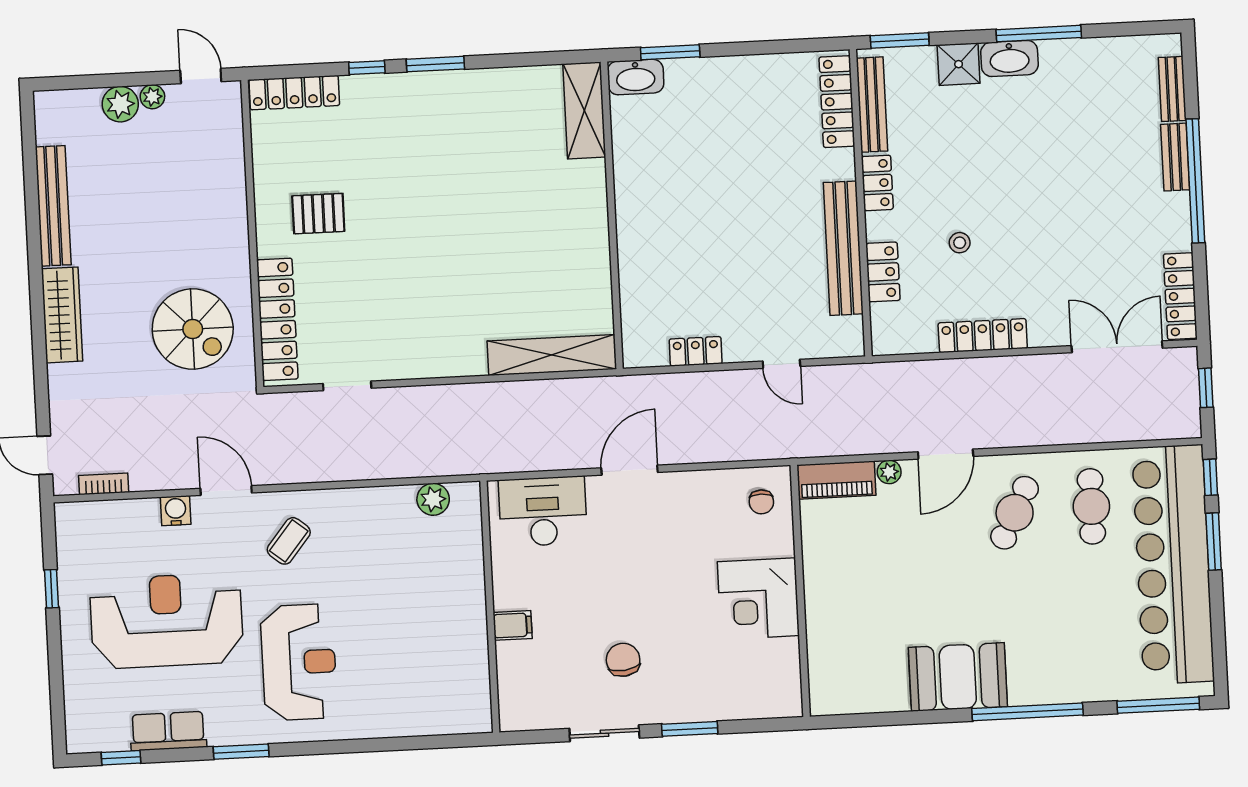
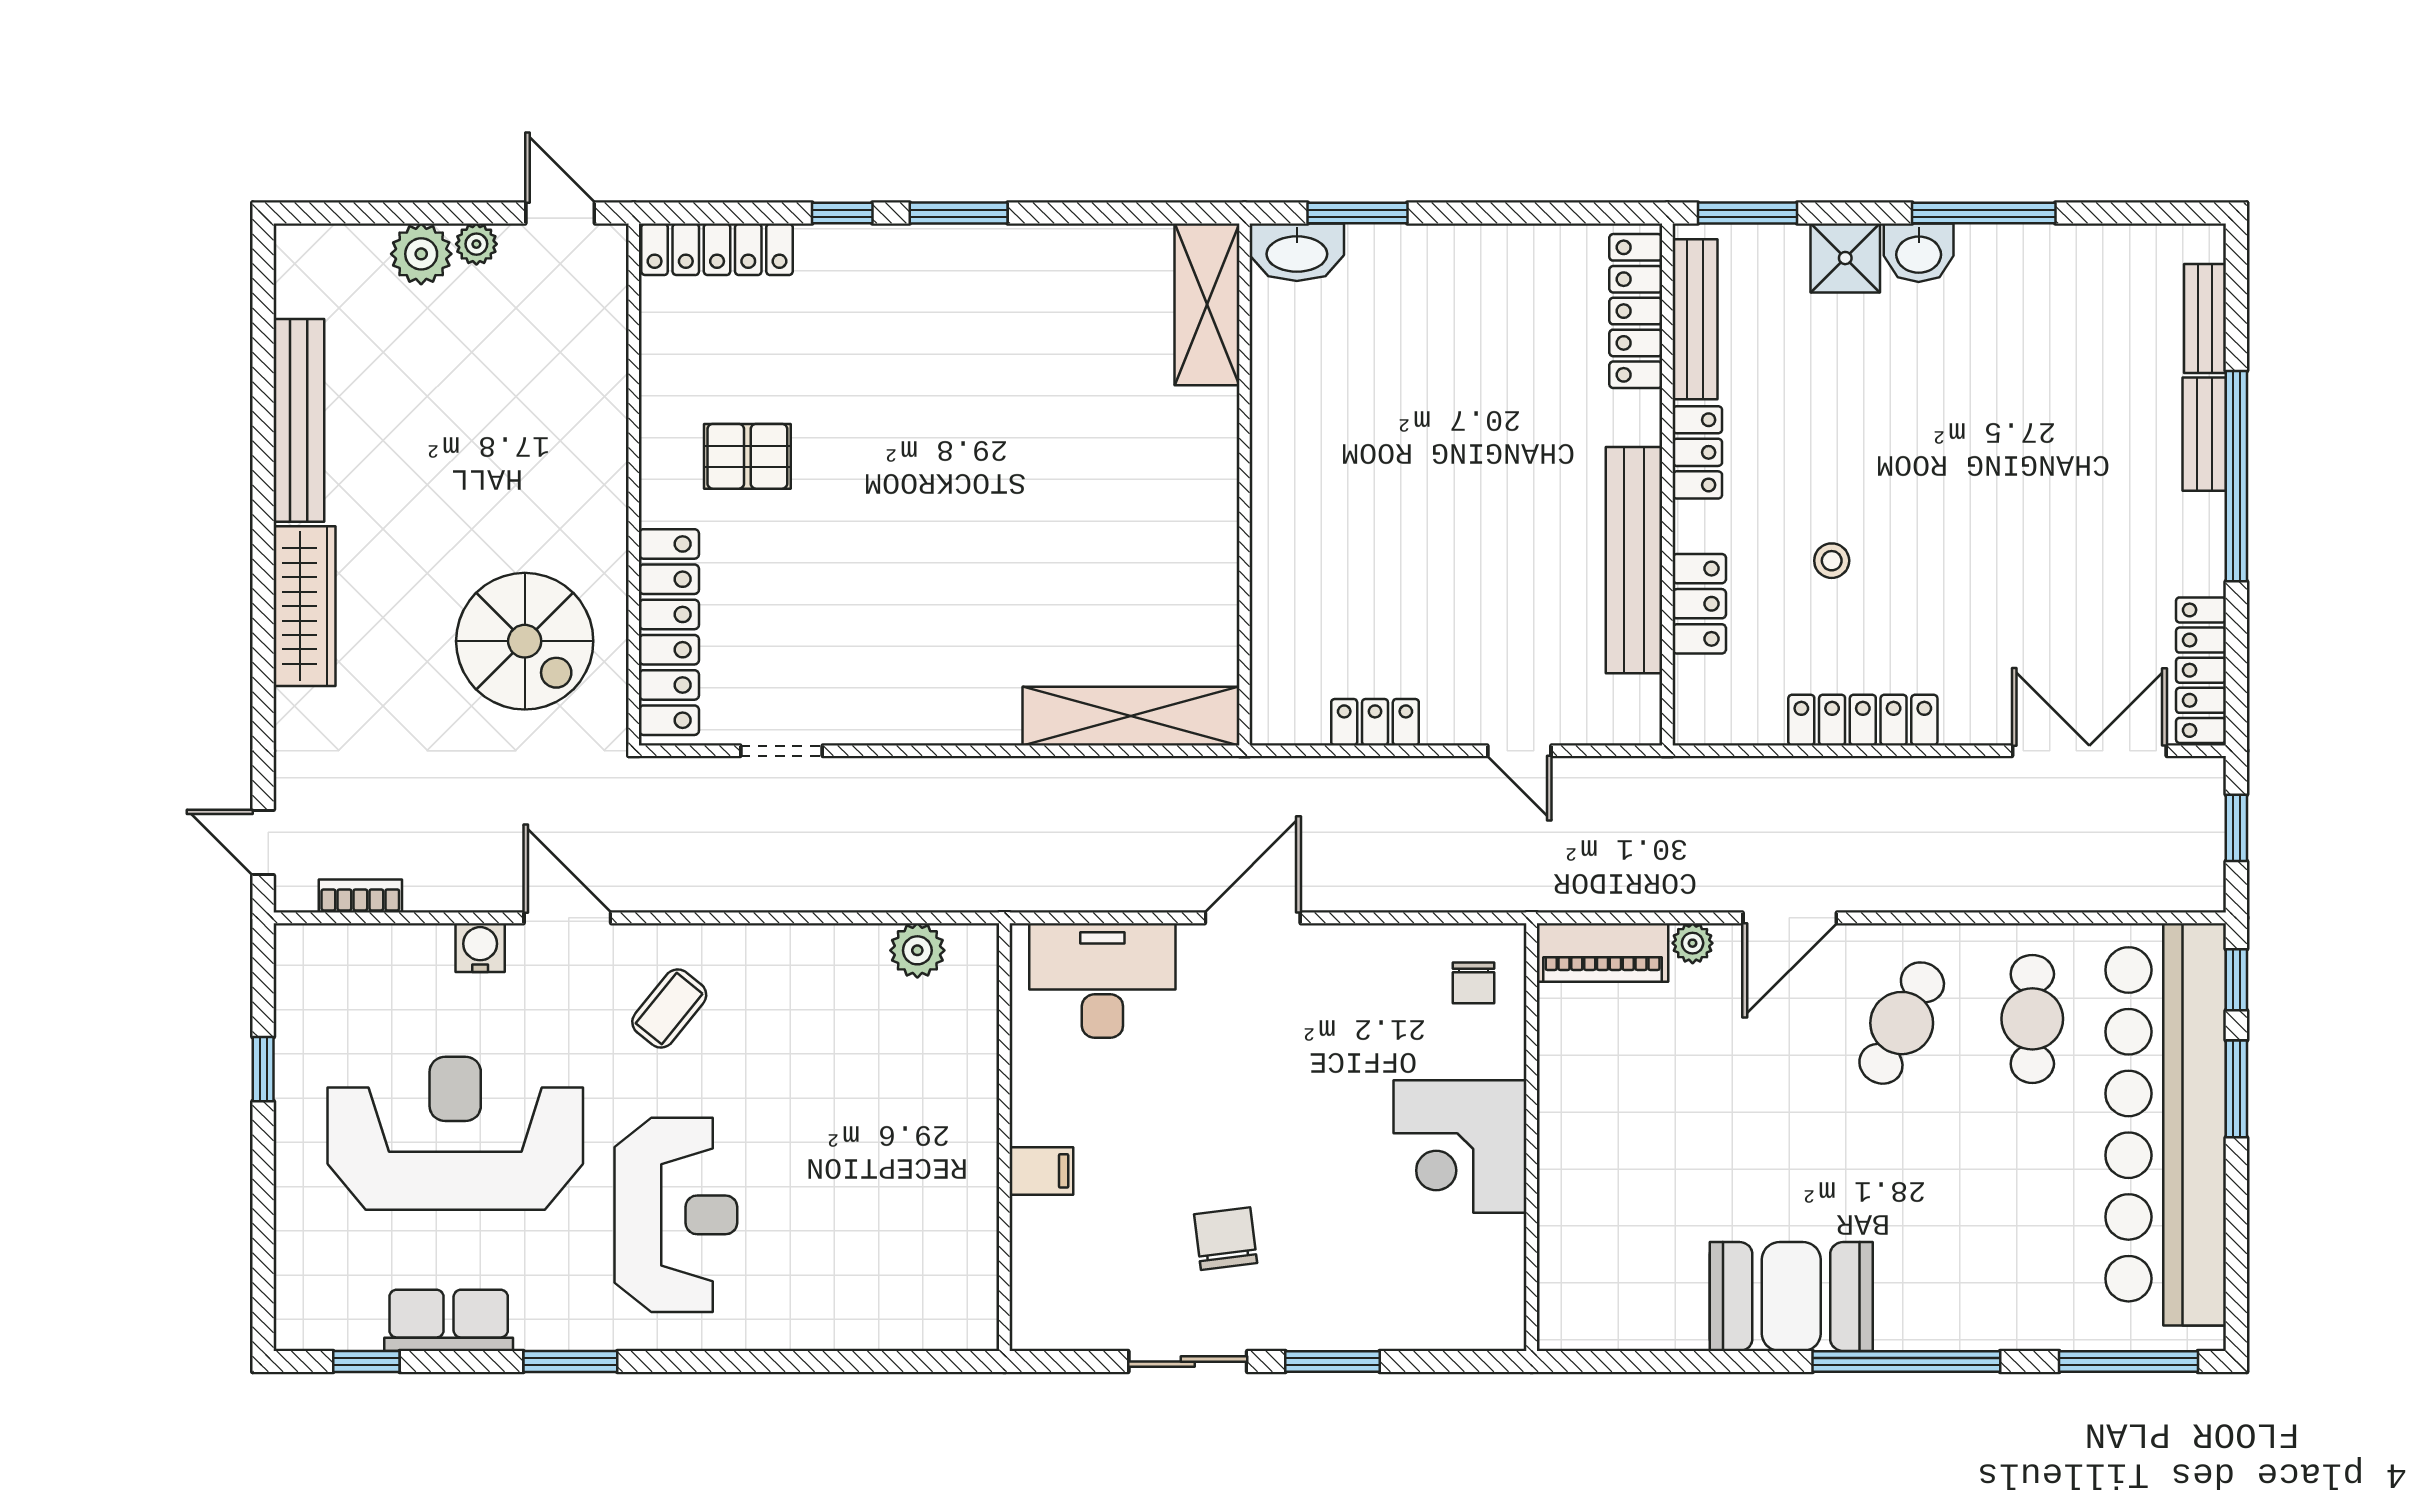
washbasin: (1009, 58) -> (1919, 253), width x0.72

